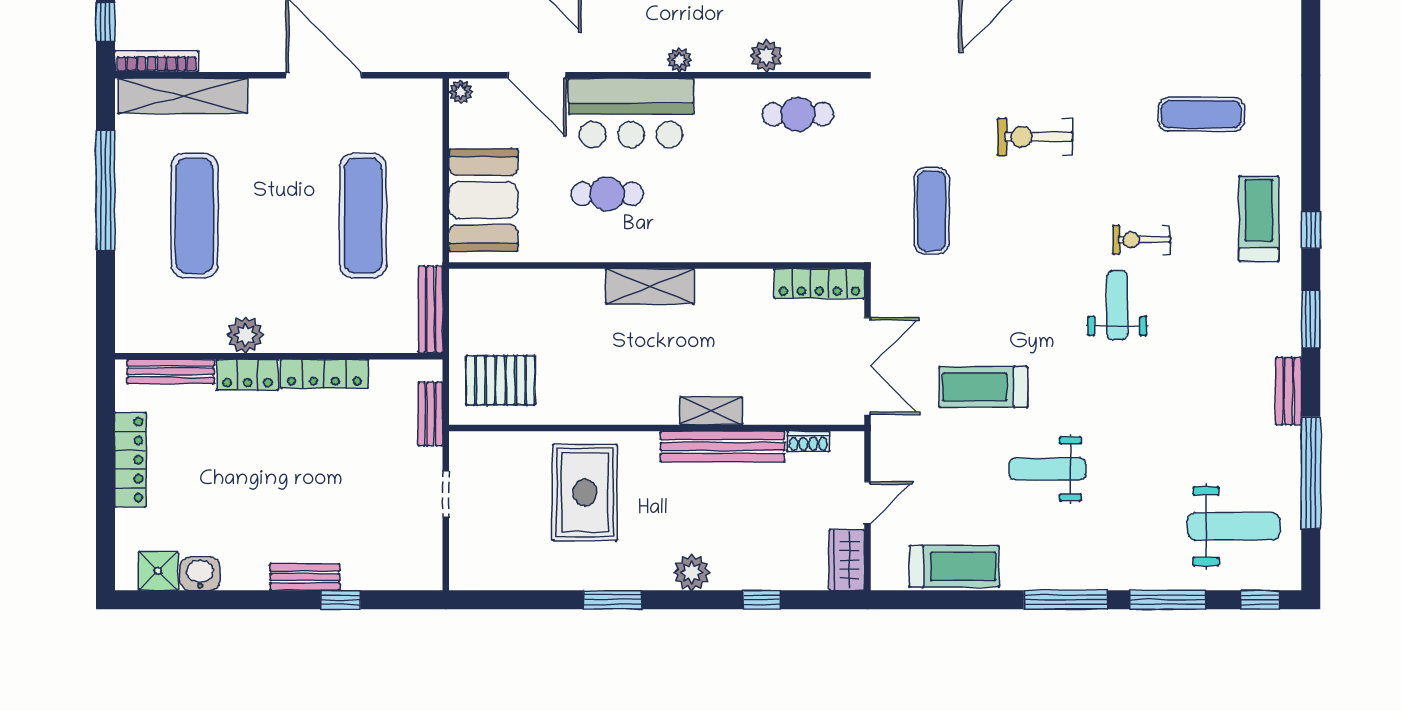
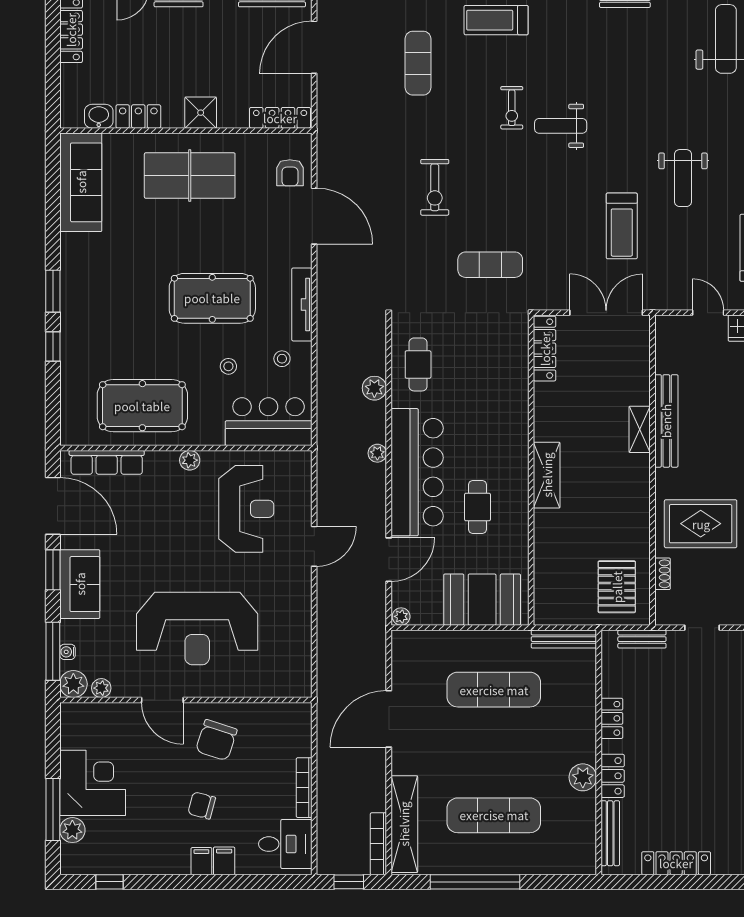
bar counter: (631, 113) -> (417, 472), width x1.36
locker: (324, 374) -> (612, 718), width x0.66
shoe rack: (808, 441) -> (662, 574), moved

